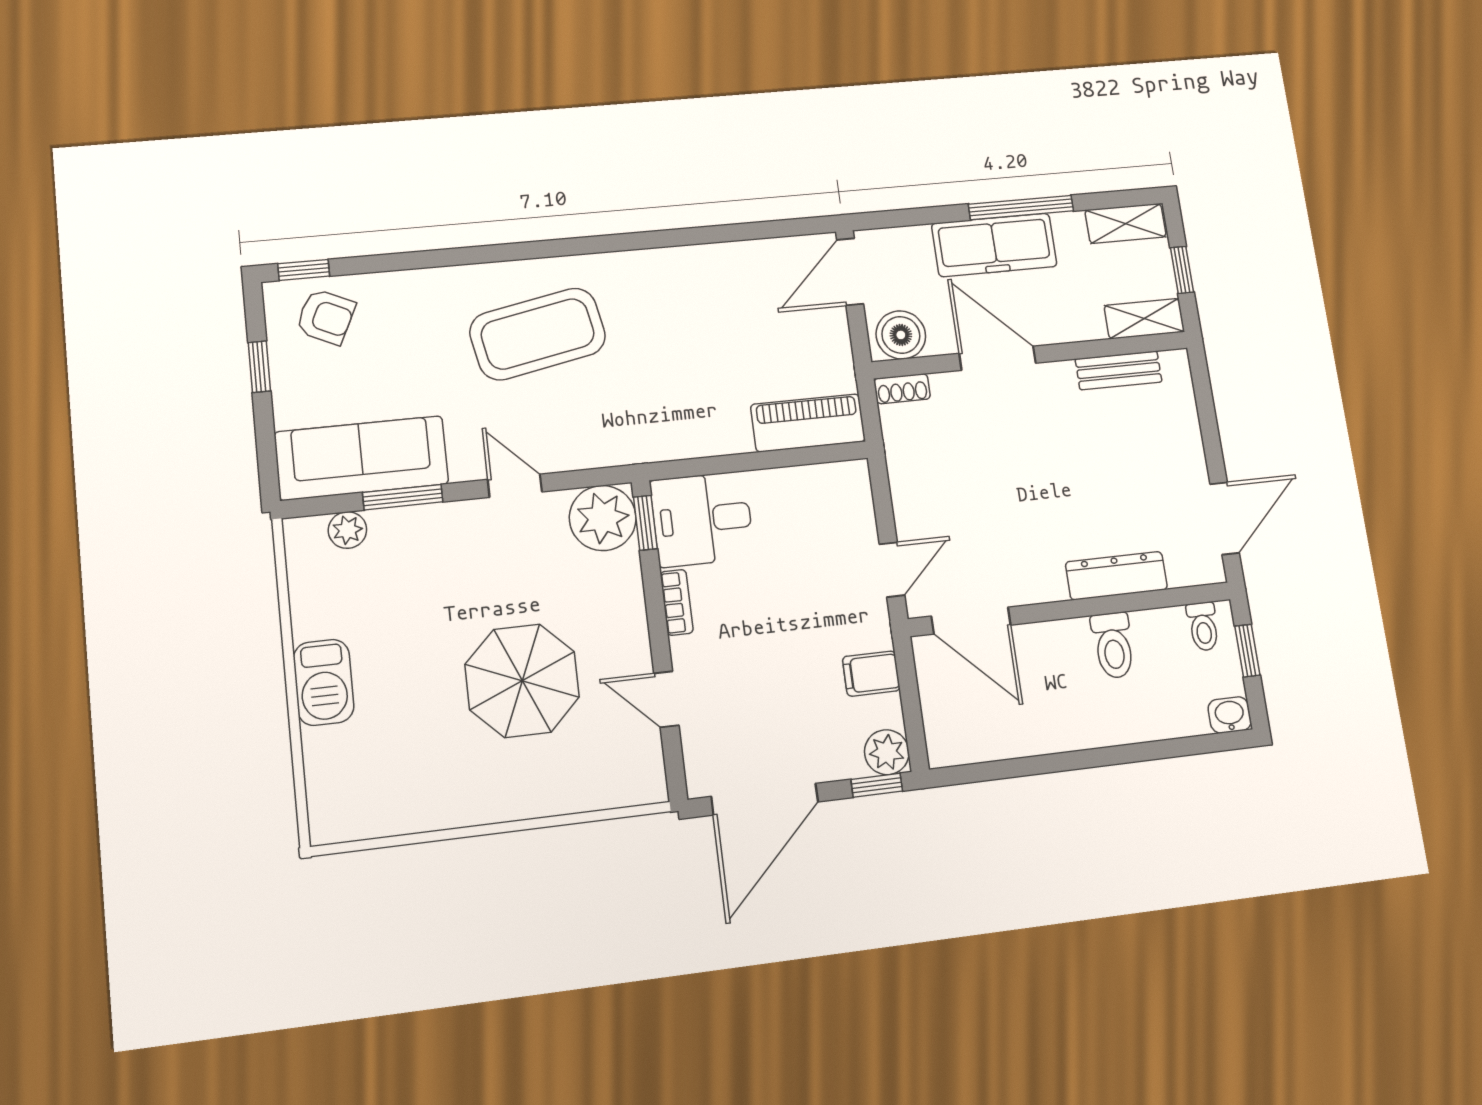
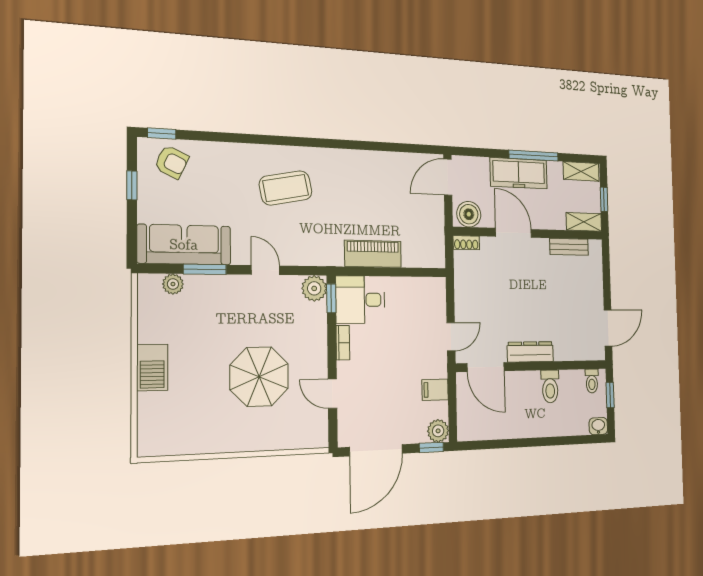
coffee table: (538, 334) -> (286, 188), width x0.73, depth x0.76
piano: (808, 423) -> (373, 254), moved
plant: (603, 518) -> (314, 288), width x0.73, depth x0.73
dresser: (1116, 576) -> (530, 352), moved

